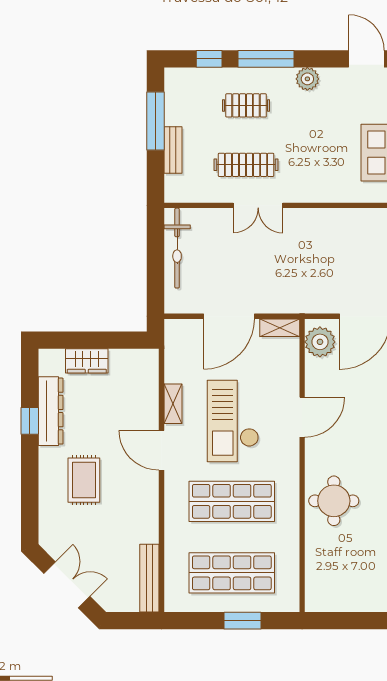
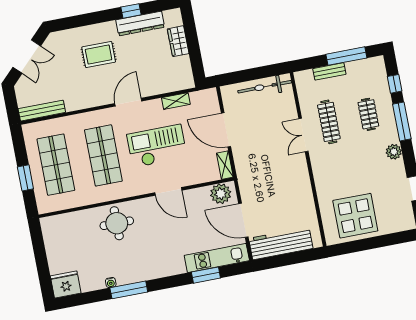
shelving: (173, 404) -> (176, 101), moved

